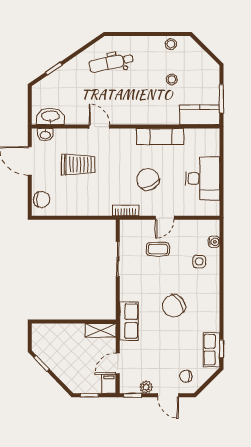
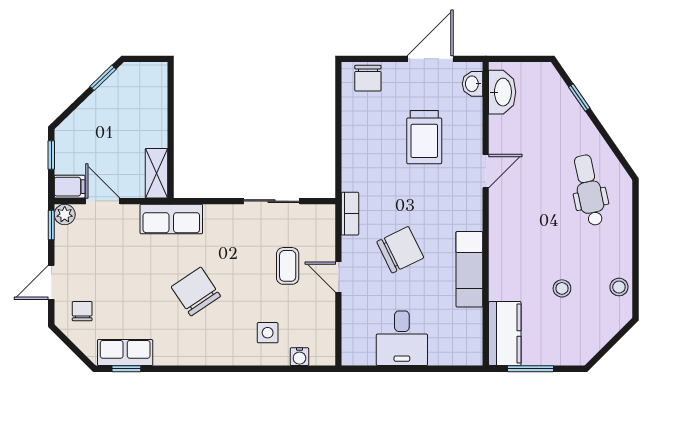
desk: (203, 178) -> (402, 338), width x0.73
plant: (146, 387) -> (65, 215), moved

